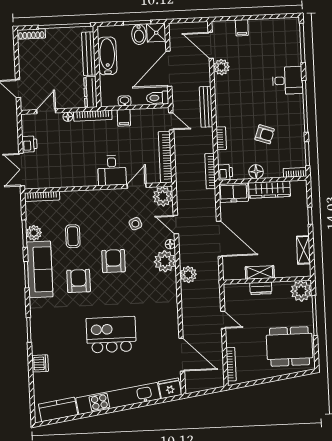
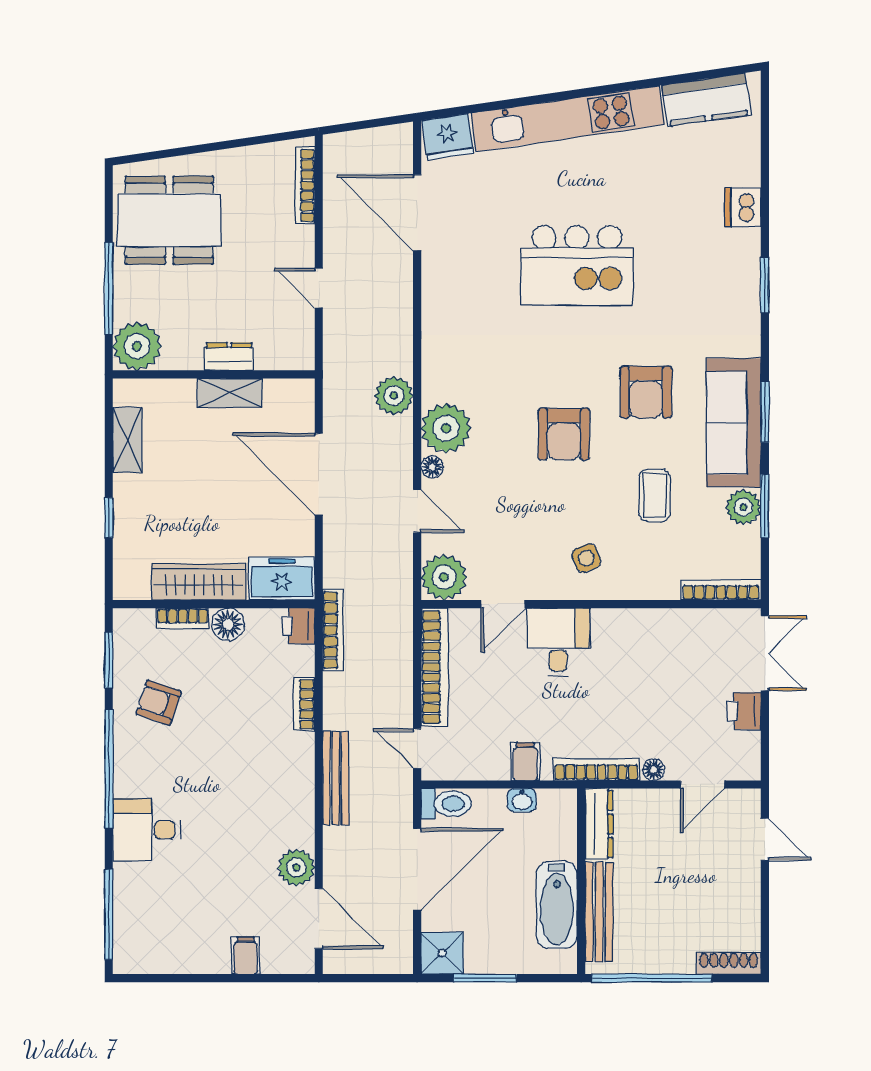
bidet: (139, 34) -> (482, 951), removed
armchair: (265, 134) -> (159, 703), moved
bookcase: (295, 172) -> (183, 619), moved
side table: (135, 224) -> (586, 558), moved

